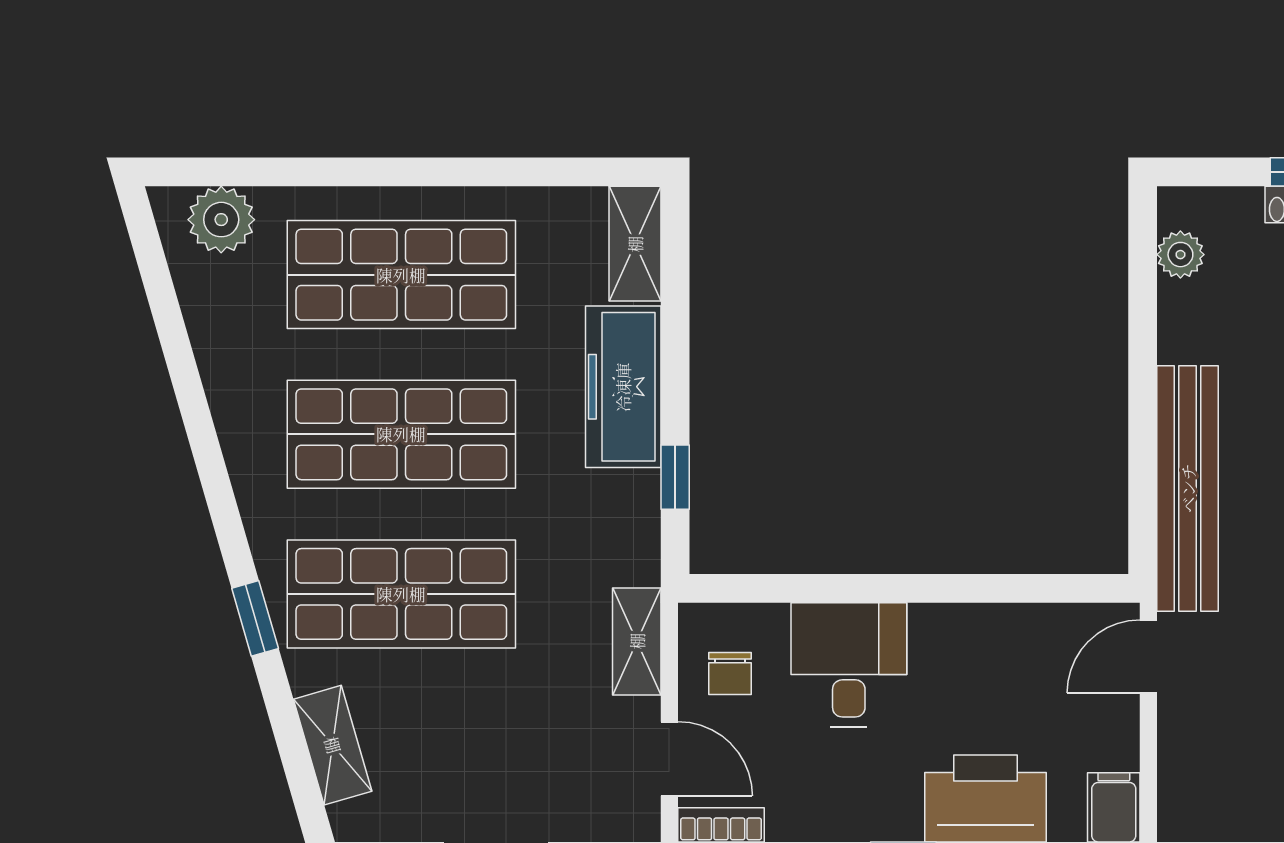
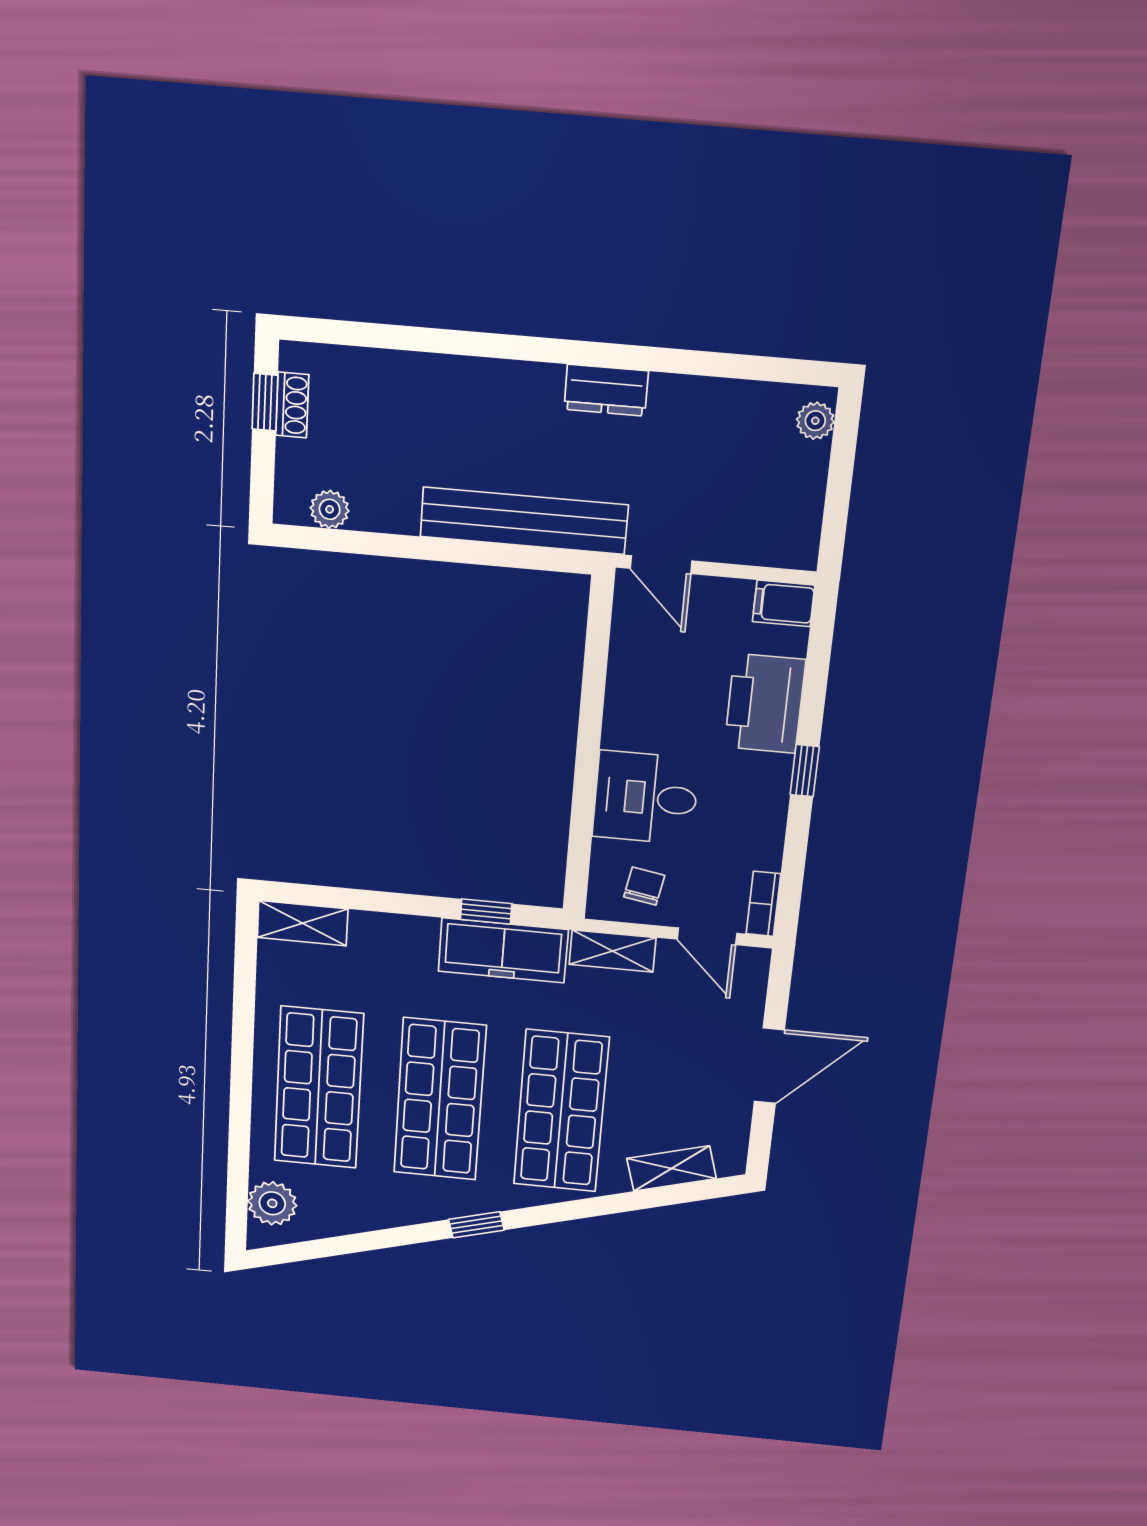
freezer: (623, 387) -> (503, 950), moved
window: (255, 618) -> (476, 1225), moved
chair: (730, 674) -> (644, 886), turned -80
door: (669, 759) -> (707, 936), swing flipped

